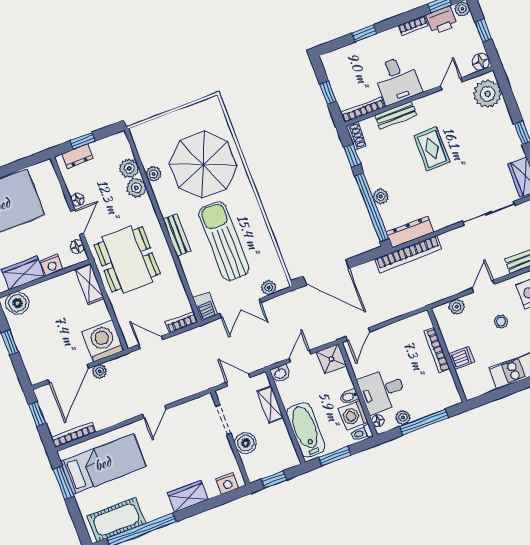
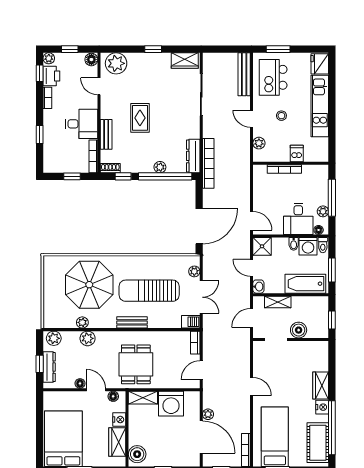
rug: (432, 149) -> (140, 118), turned 90
dresser: (77, 156) -> (49, 367), width x1.44
plant: (129, 168) -> (54, 338), moved
dining table: (127, 259) -> (136, 364), width x0.73
washing machine: (103, 341) -> (171, 404), moved, turned -90
nightstand: (227, 483) -> (322, 407), moved

